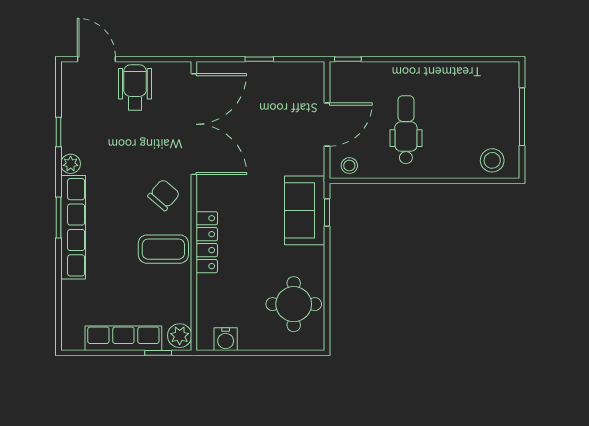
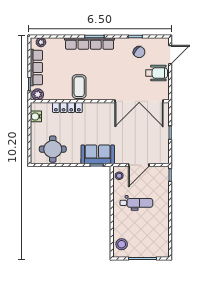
door: (327, 125) -> (139, 165), hinge flipped
plant: (71, 164) -> (41, 42), moved
chair: (164, 195) -> (139, 52), moved
locker: (207, 242) -> (67, 107), moved

